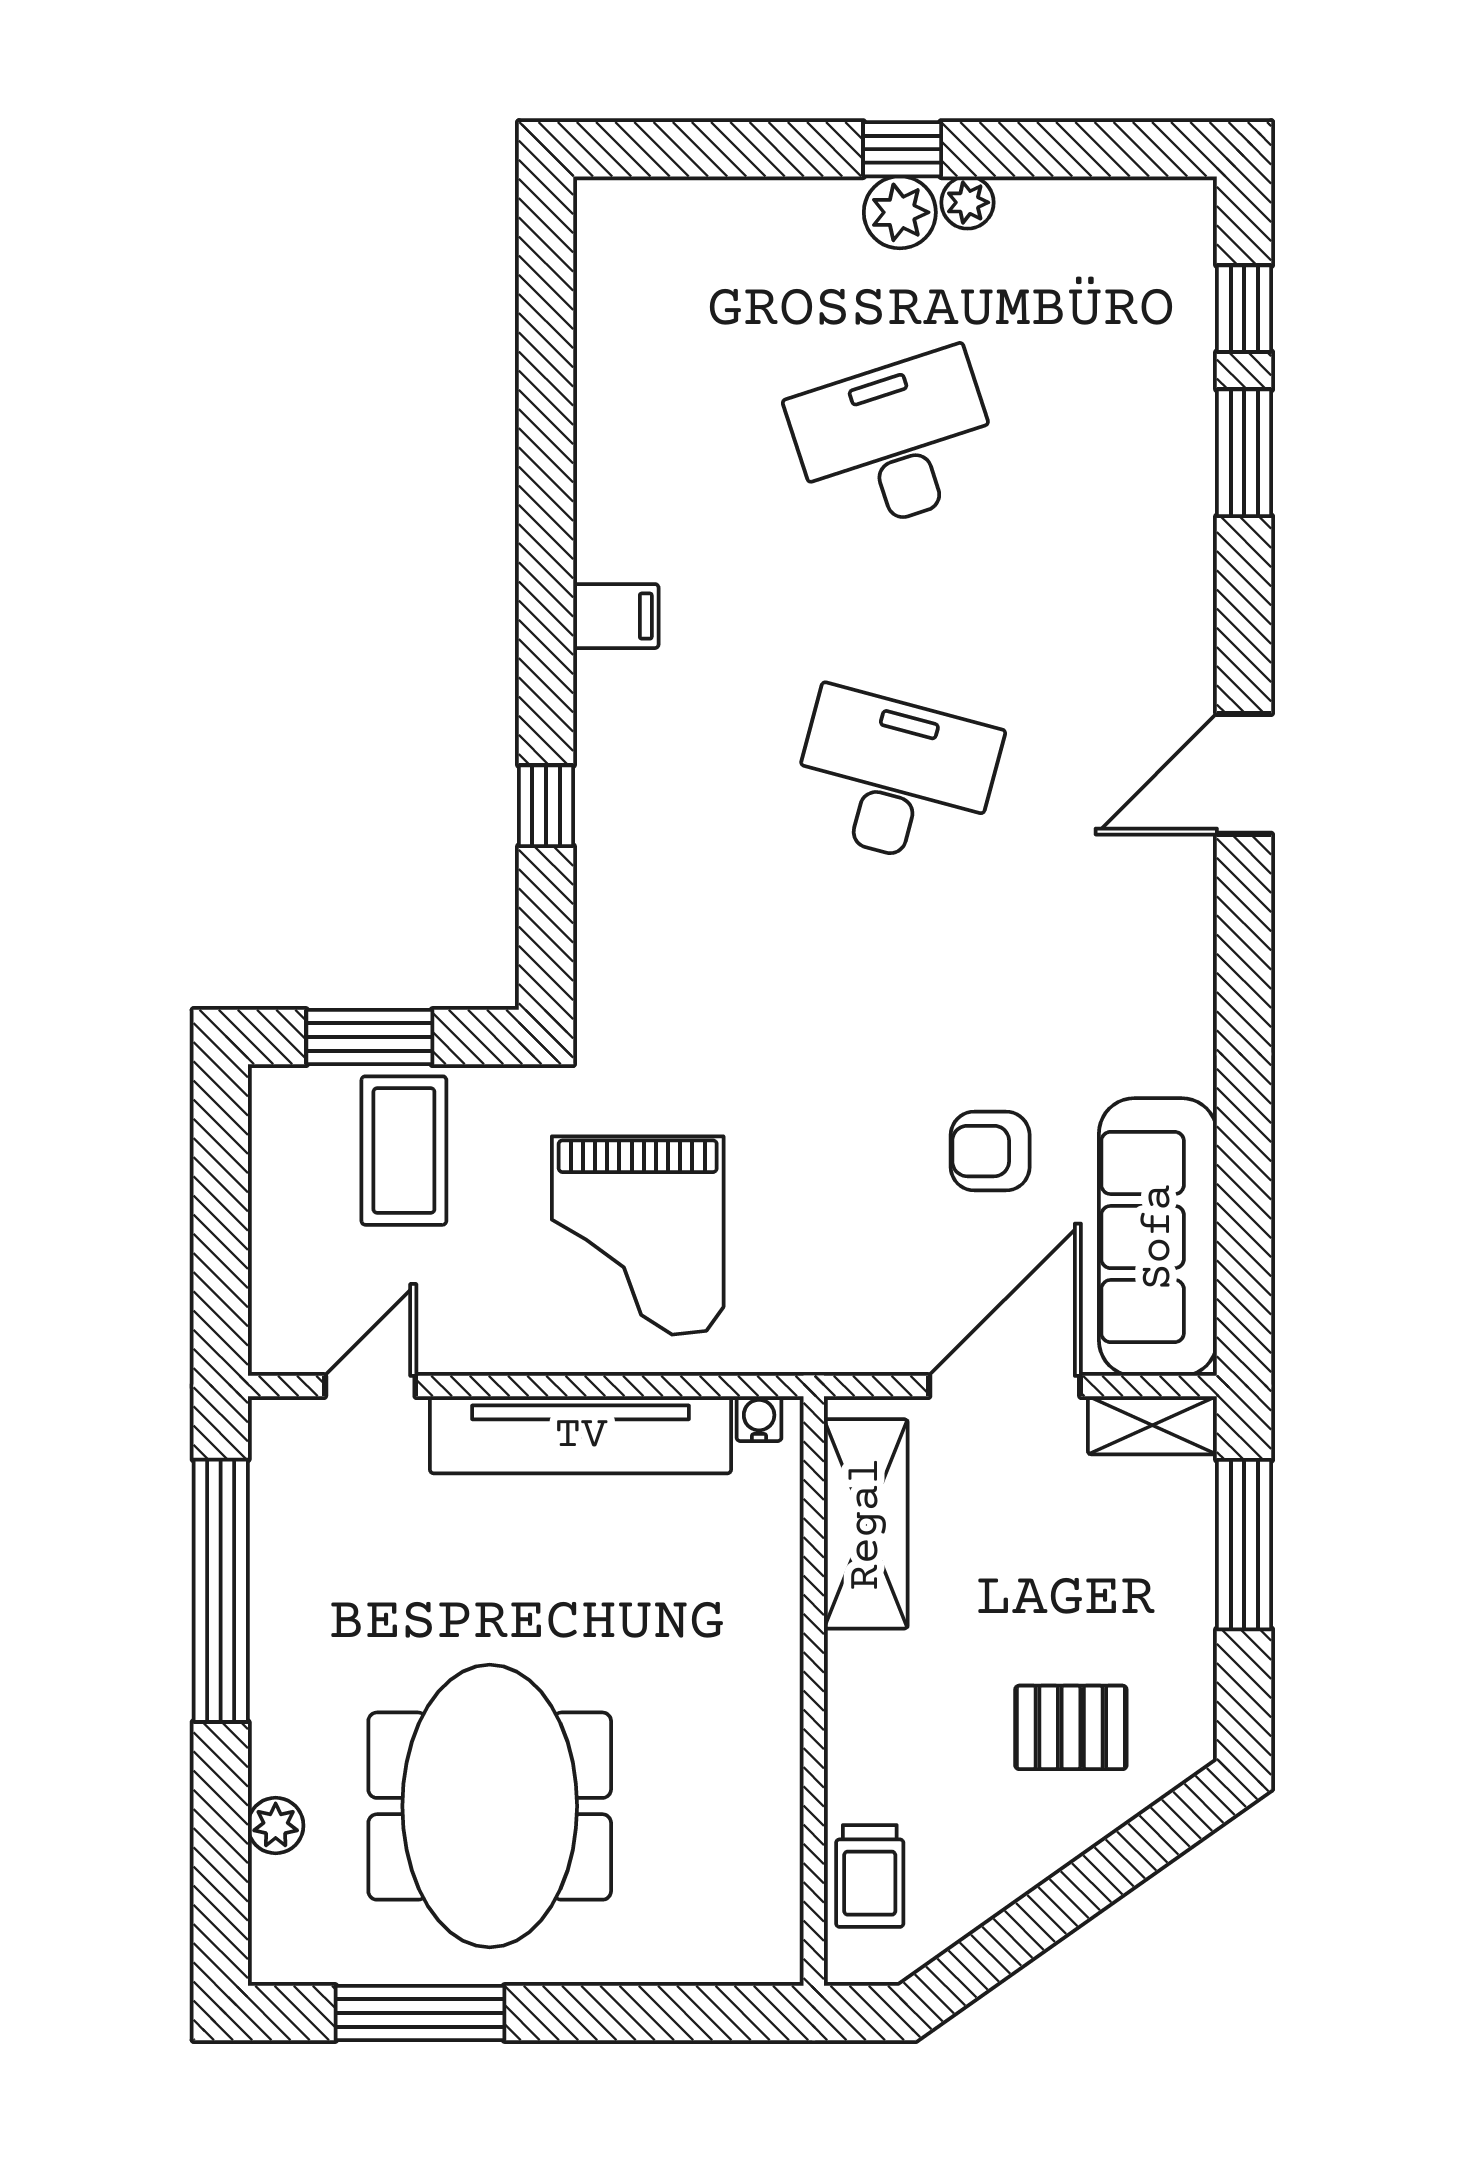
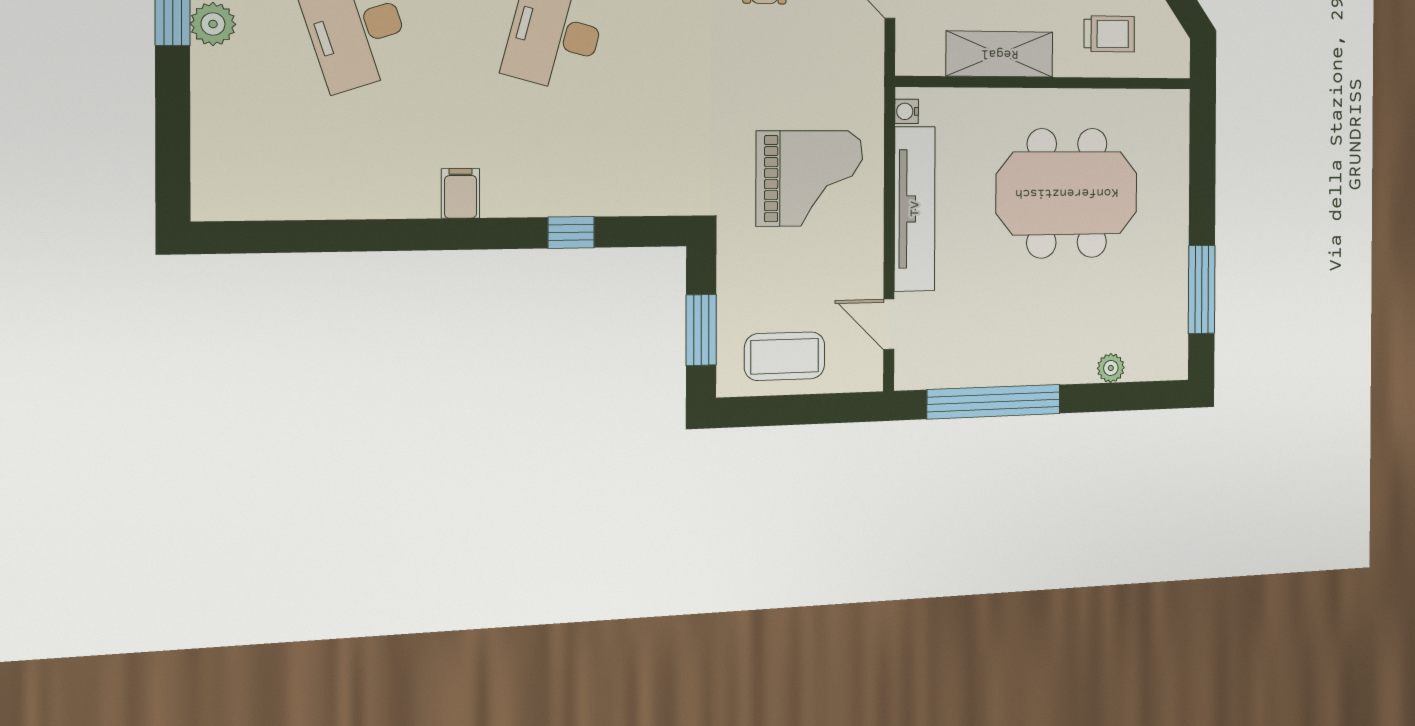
coffee table: (404, 1151) -> (785, 356), moved
shelving: (866, 1524) -> (1000, 54), moved
meeting table: (490, 1806) -> (1067, 193), moved
trolley: (870, 1876) -> (1109, 34), moved

